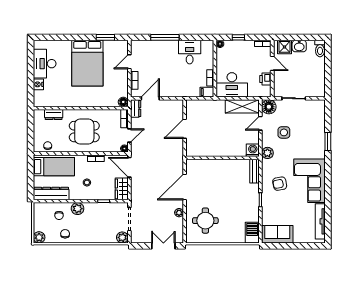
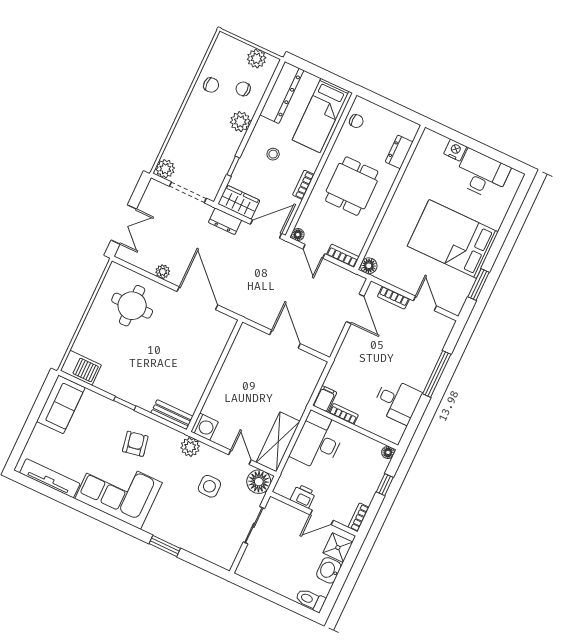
dresser: (136, 108) -> (225, 221), moved
plant: (39, 237) -> (257, 58), moved

